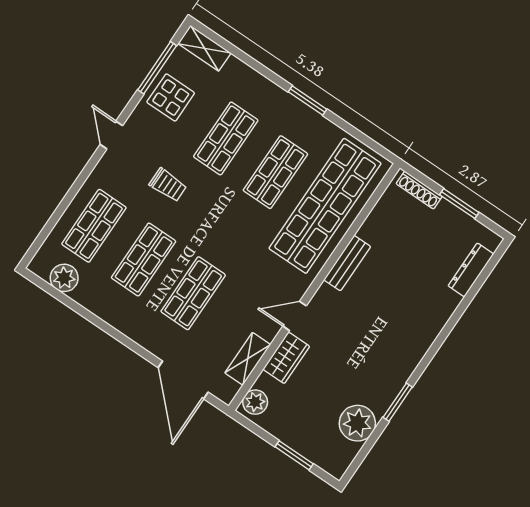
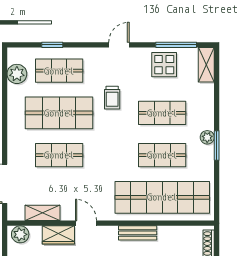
plant: (290, 105) -> (207, 137), added
window: (58, 213) -> (52, 45), added
shop shelf: (144, 259) -> (59, 113), width x1.43, depth x1.36

